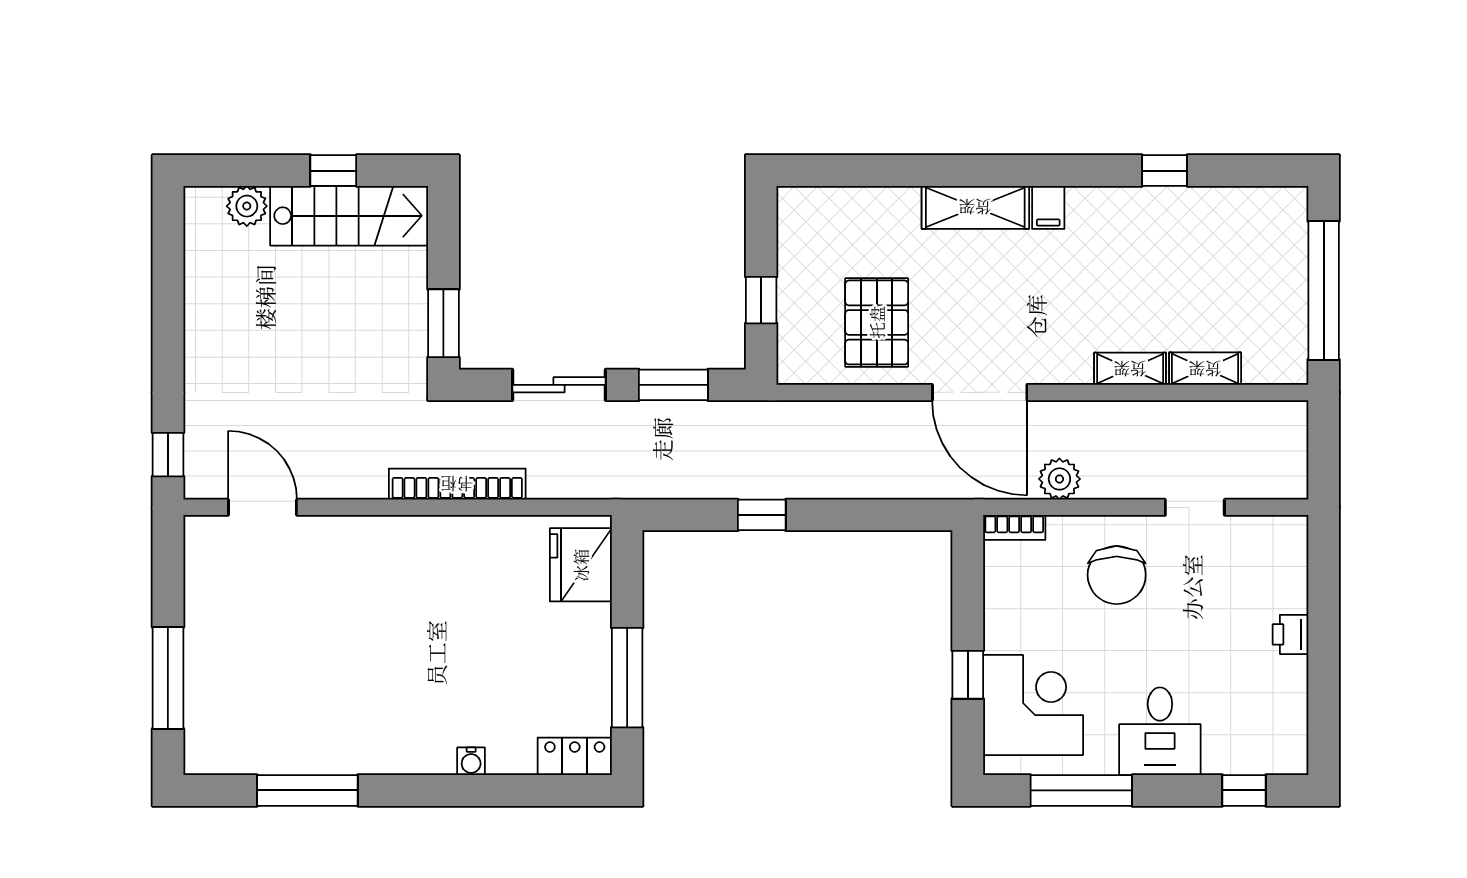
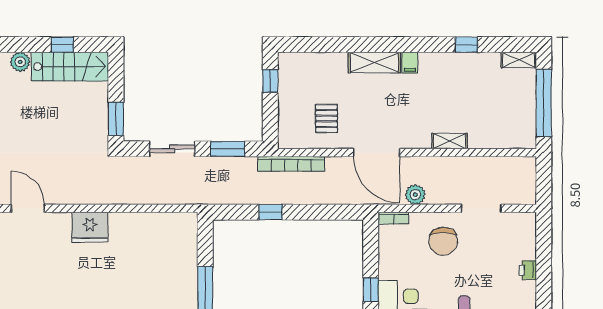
window: (761, 300) -> (270, 81), moved
pallet: (877, 322) -> (326, 118), width x0.67, depth x0.71
shelving: (1205, 369) -> (519, 60), moved
bookcase: (457, 484) -> (291, 164), moved, turned 180
doorway: (1195, 507) -> (481, 208), width x1.38
fridge: (581, 565) -> (90, 227), moved, turned -90

